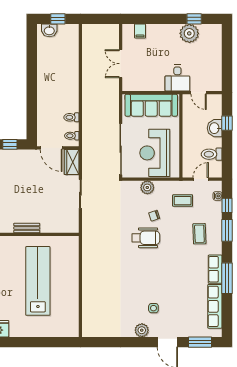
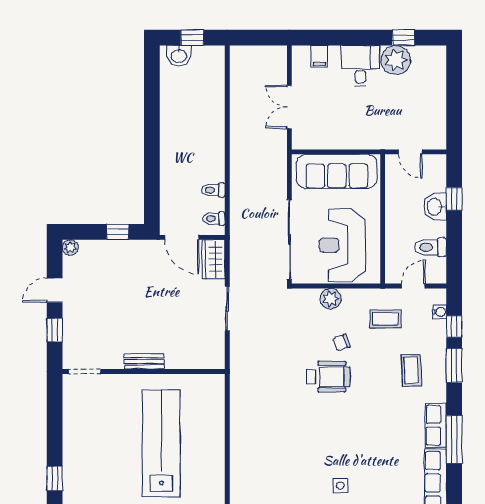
desk: (177, 78) -> (361, 66), moved, turned 180

